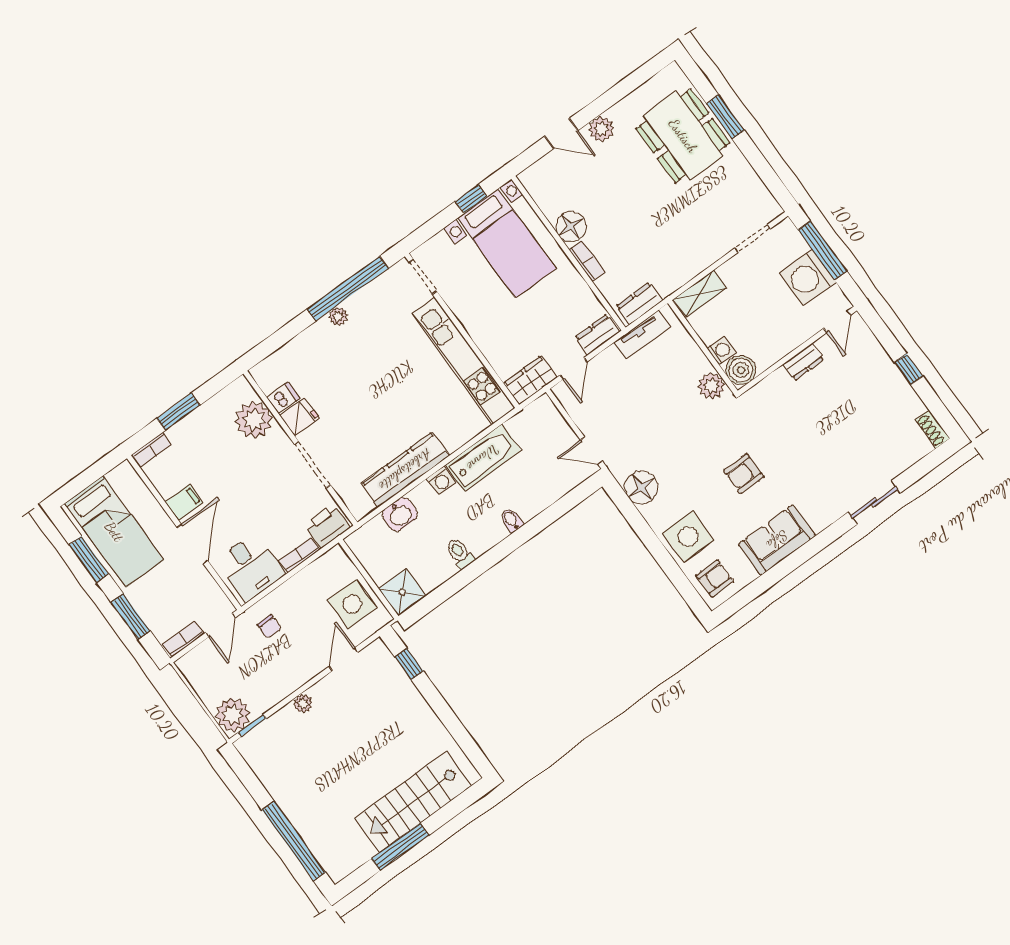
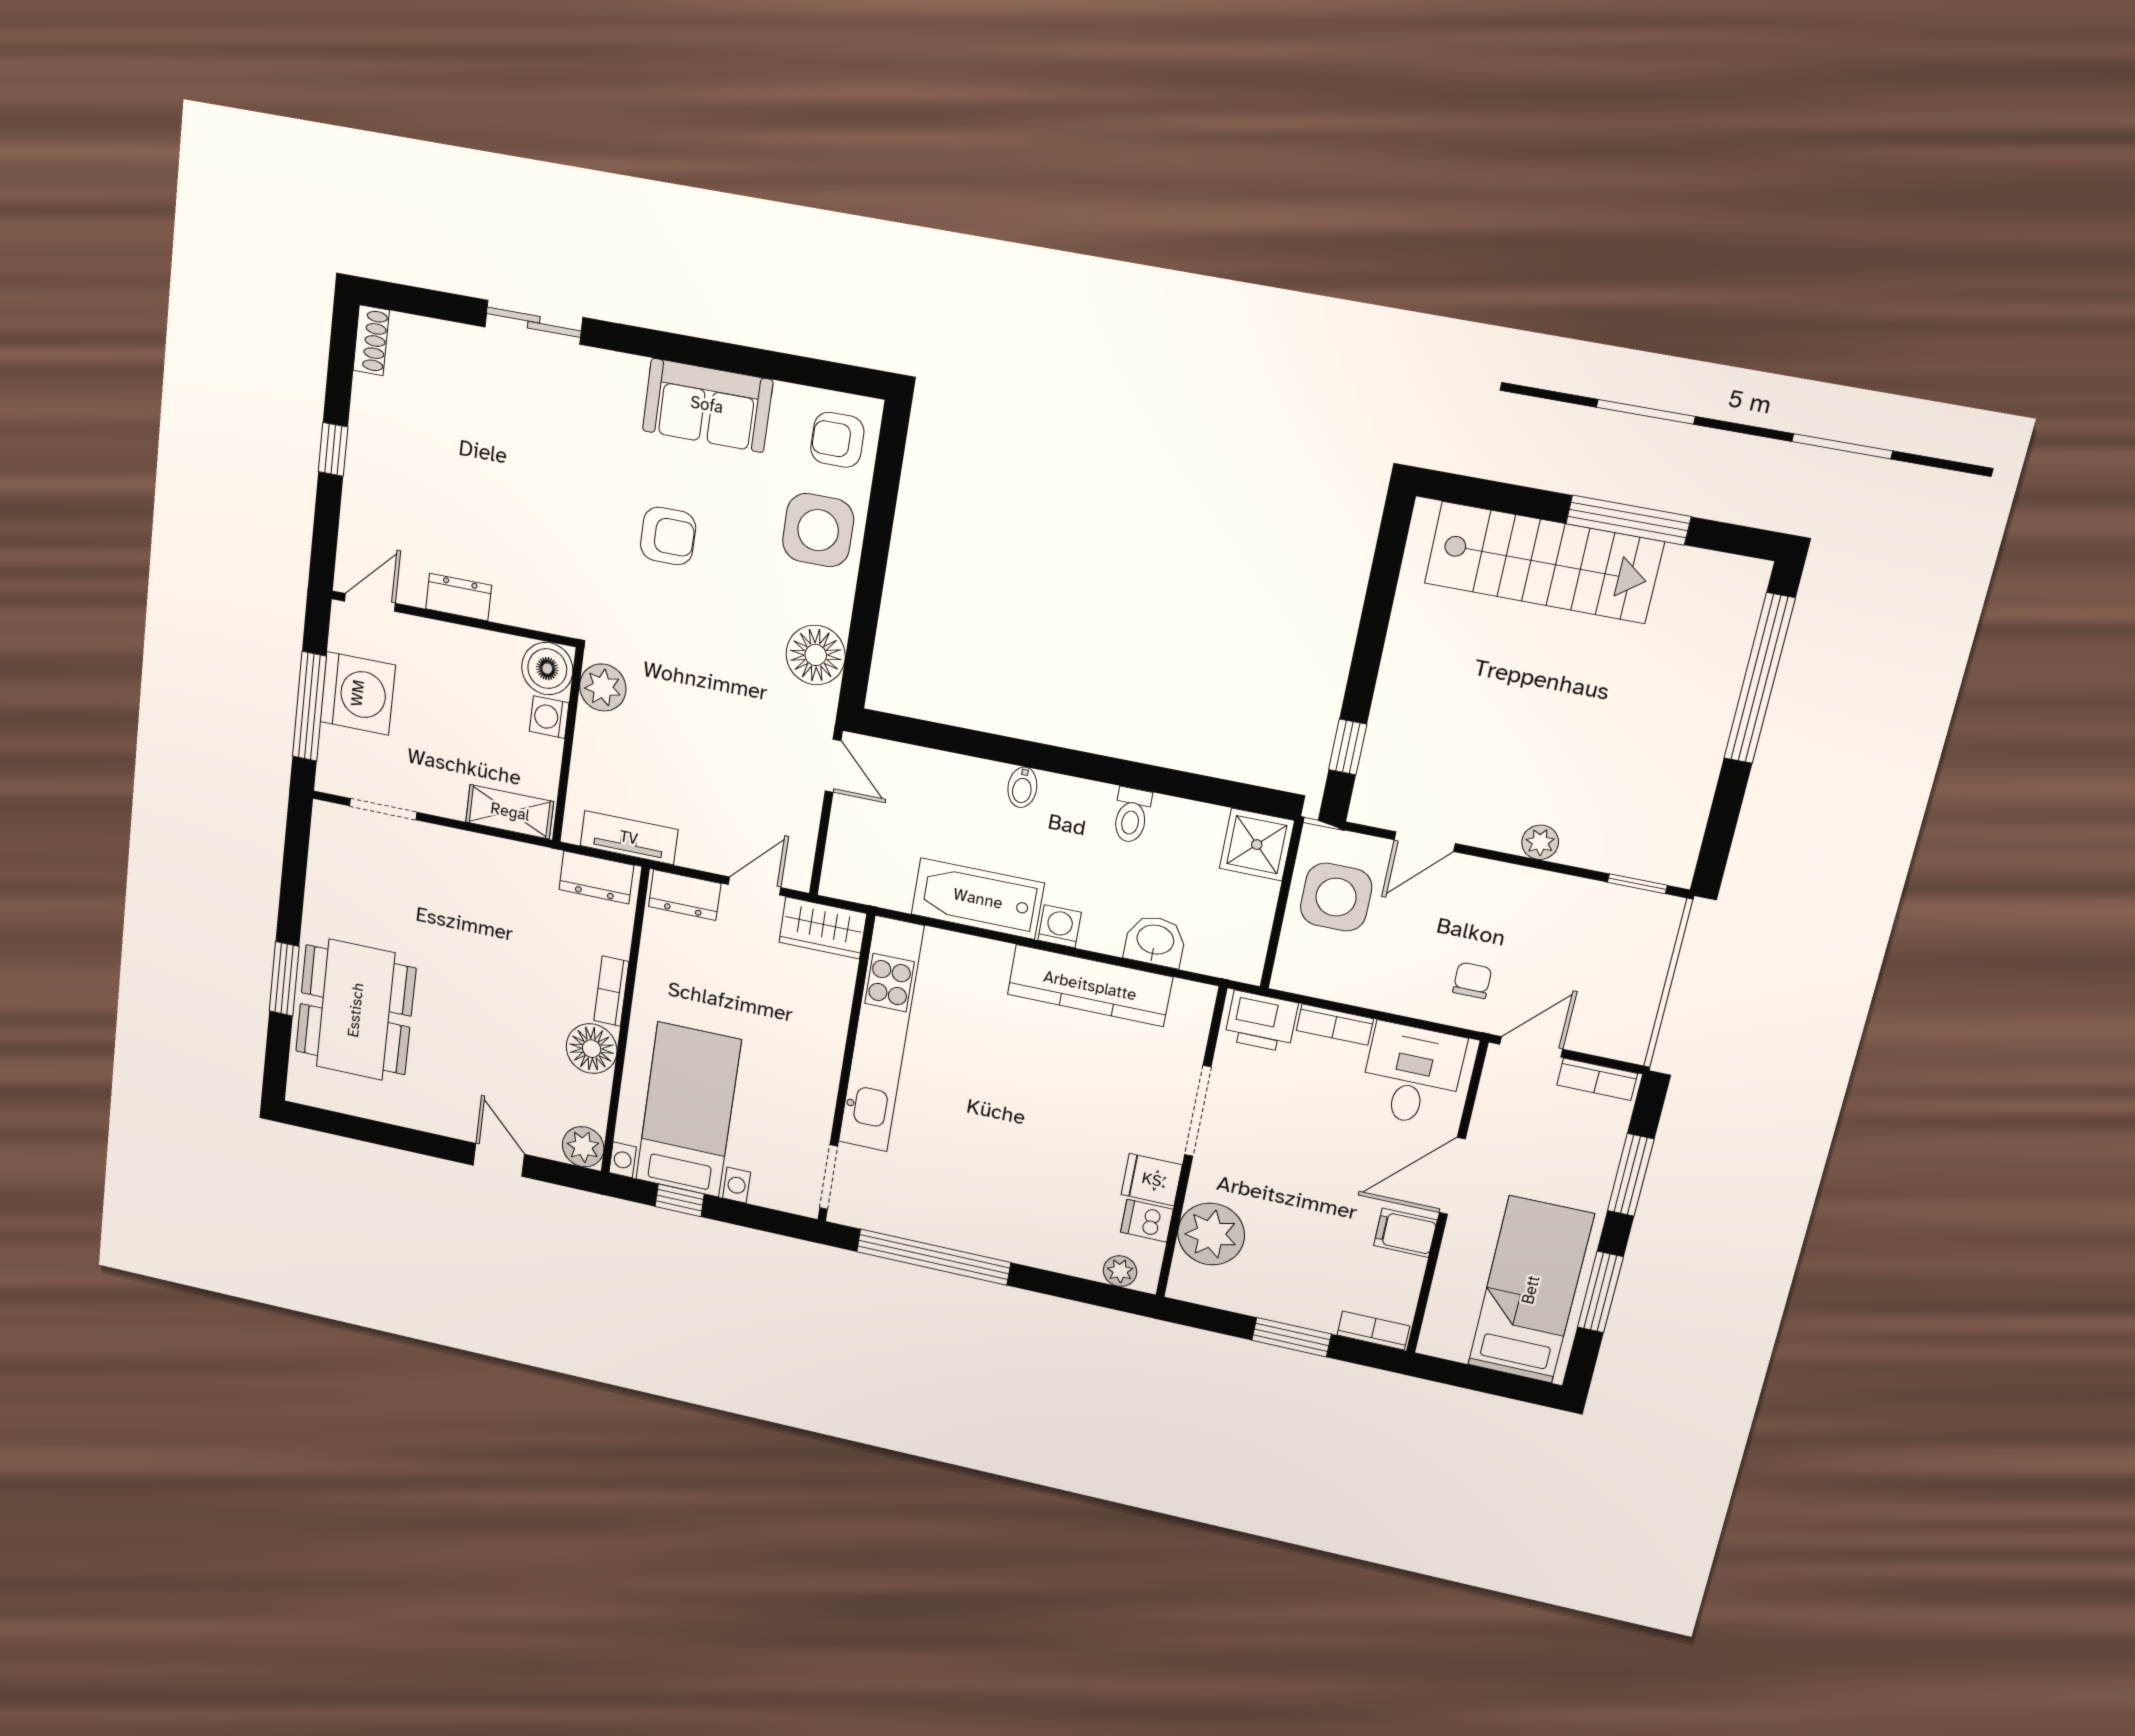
plant: (601, 129) -> (583, 1147), moved
plant: (338, 316) -> (1120, 1271), moved
plant: (233, 715) -> (1646, 923), removed

